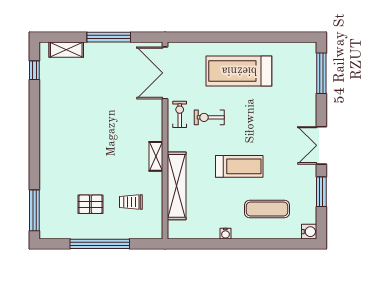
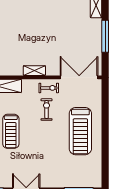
treadmill: (239, 71) -> (80, 131), turned 180
shelving: (156, 156) -> (34, 71), moved

